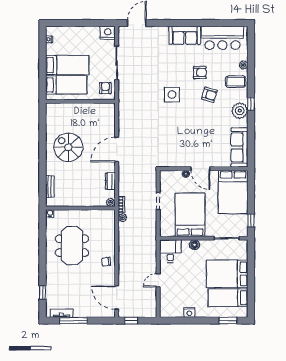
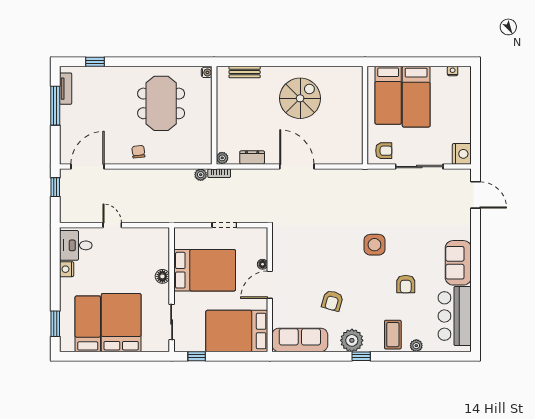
armchair: (209, 95) -> (332, 301), moved
meeting table: (72, 246) -> (161, 103), turned 90
desk: (170, 251) -> (76, 245), moved, turned 180

